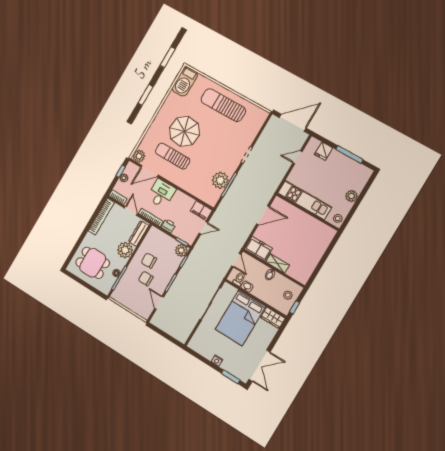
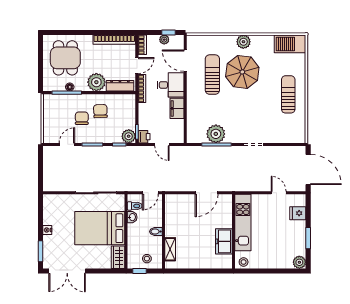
sun lounger: (223, 105) -> (288, 94), width x0.73, depth x0.75
window: (349, 154) -> (308, 238), width x0.69
plant: (139, 156) -> (243, 42), moved
plant: (351, 196) -> (299, 262), moved
filing cabinet: (201, 211) -> (177, 108), moved
door: (263, 215) -> (207, 193), hinge flipped
printer: (168, 226) -> (144, 137), moved
freezer: (258, 249) -> (224, 241), moved, turned 180
shelving: (277, 263) -> (170, 249), moved

